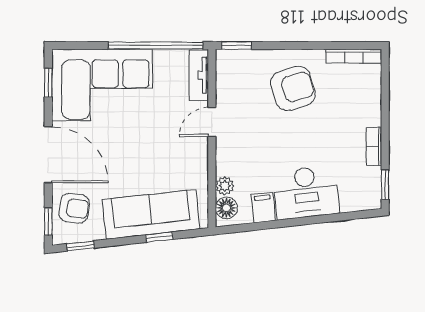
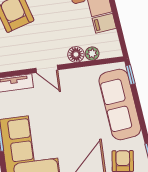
floor lamp: (226, 208) -> (76, 54), moved
window: (159, 237) -> (130, 75), moved

